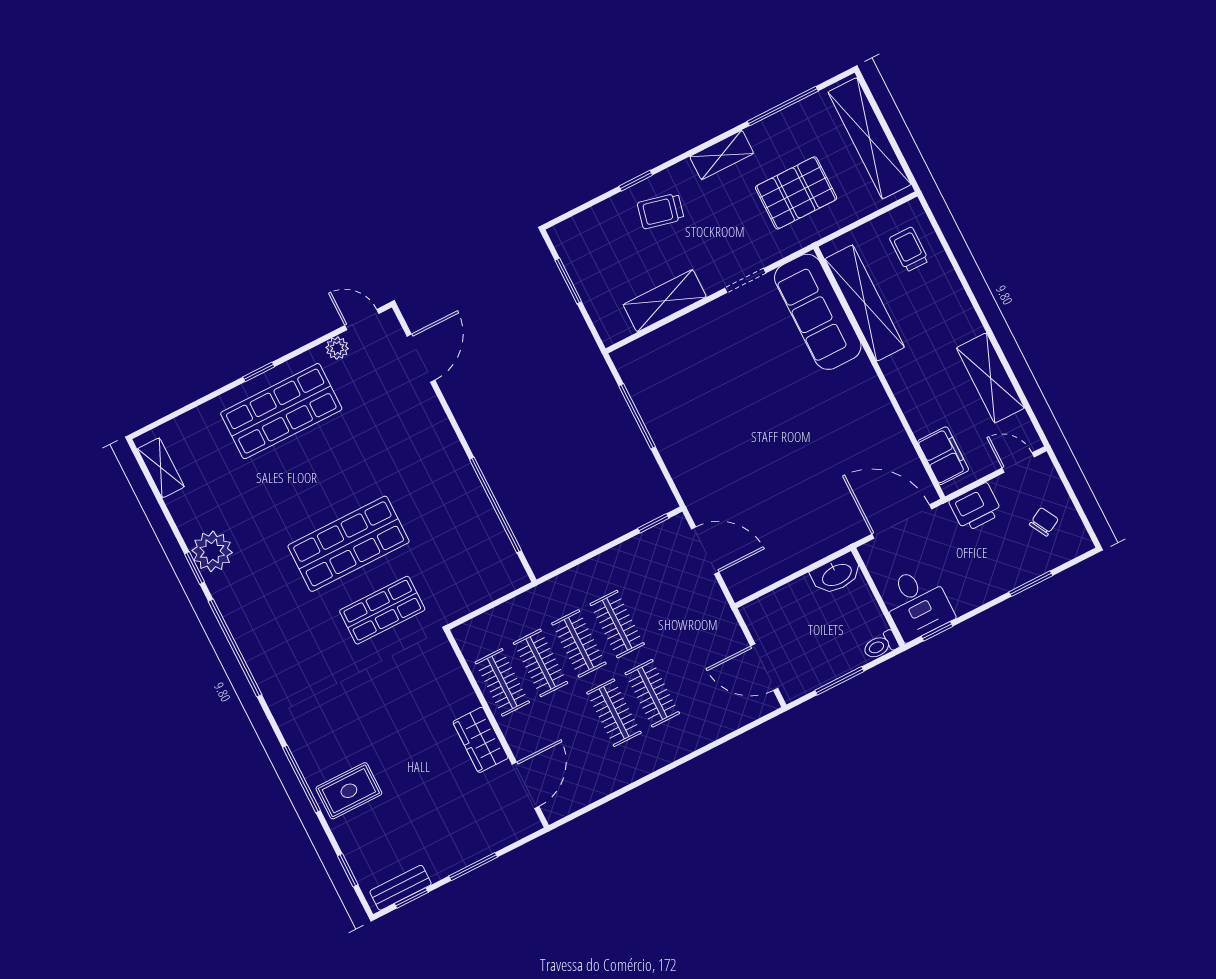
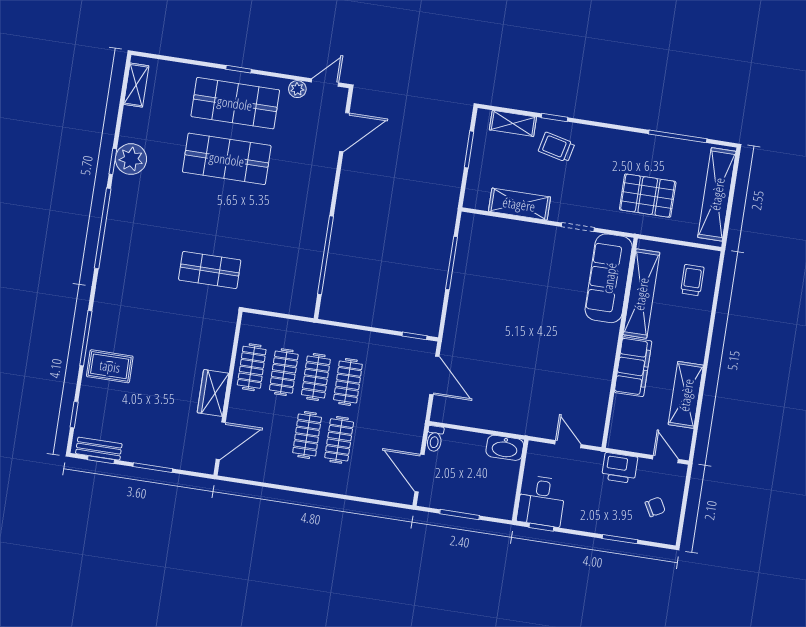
shelving: (722, 155) -> (513, 123), moved
door: (362, 320) -> (325, 82), hinge flipped
filing cabinet: (943, 456) -> (633, 367), moved, width x1.50, depth x1.17
door: (902, 522) -> (568, 444), width x0.53
shop shelf: (349, 544) -> (227, 159), moved
toilet: (881, 645) -> (435, 439), moved, turned -90

